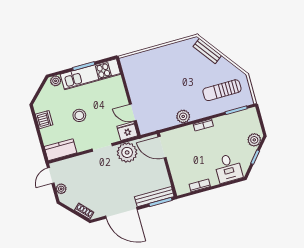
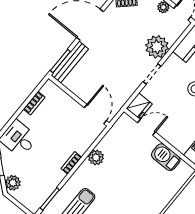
barbecue: (134, 82) -> (166, 157), added
door: (162, 147) -> (95, 114), hinge flipped
plant: (127, 152) -> (157, 47), moved

